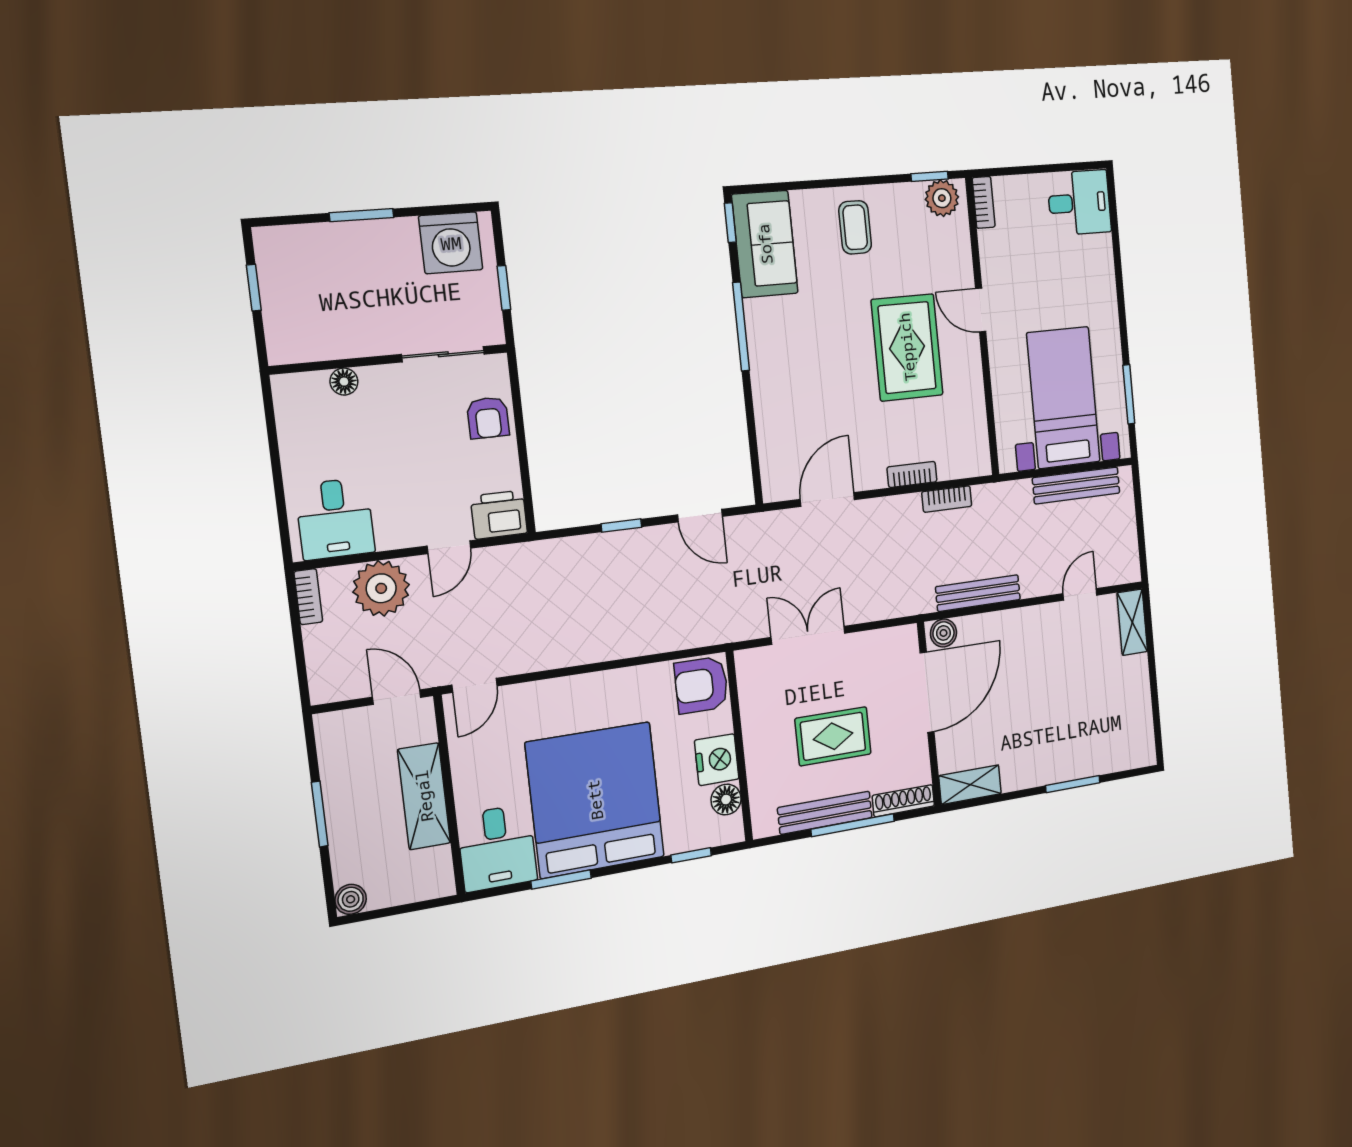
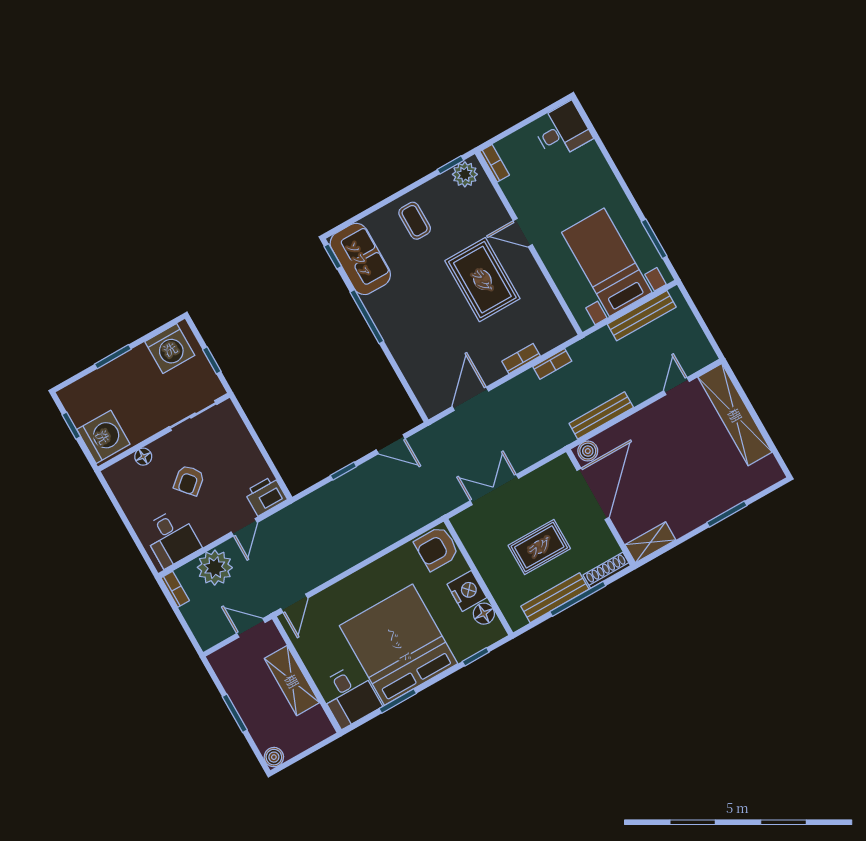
washing machine: (296, 326) -> (103, 437), added
armchair: (488, 418) -> (189, 480), moved, turned 49
shelving: (1132, 622) -> (735, 415), width x2.20, depth x1.33

